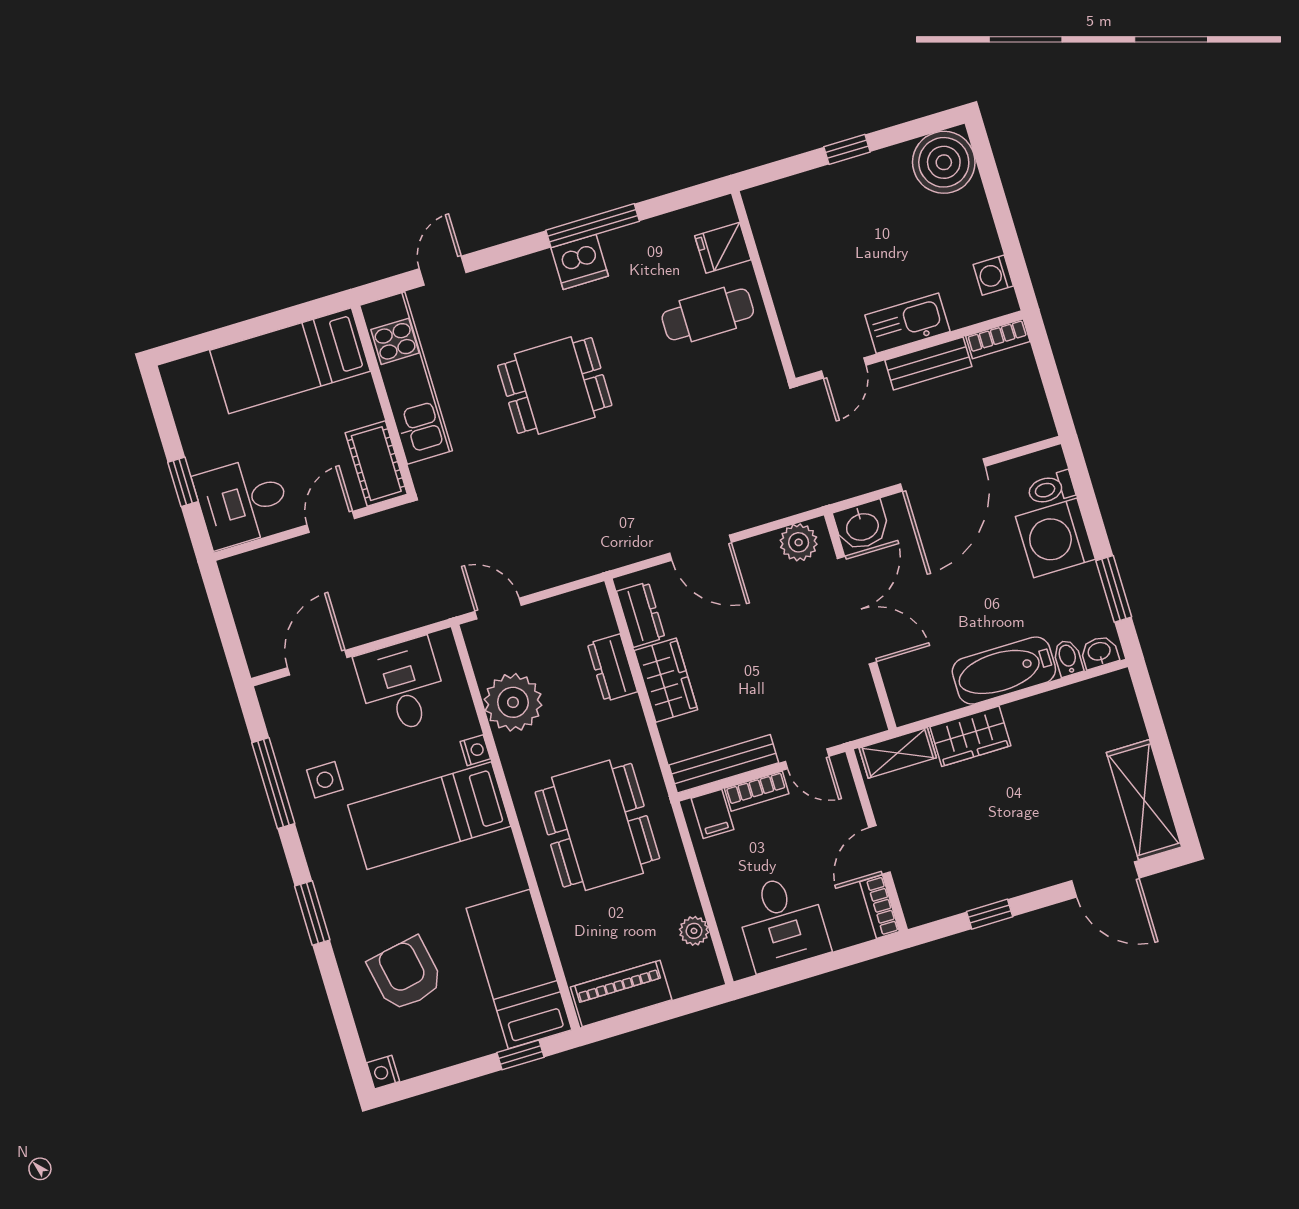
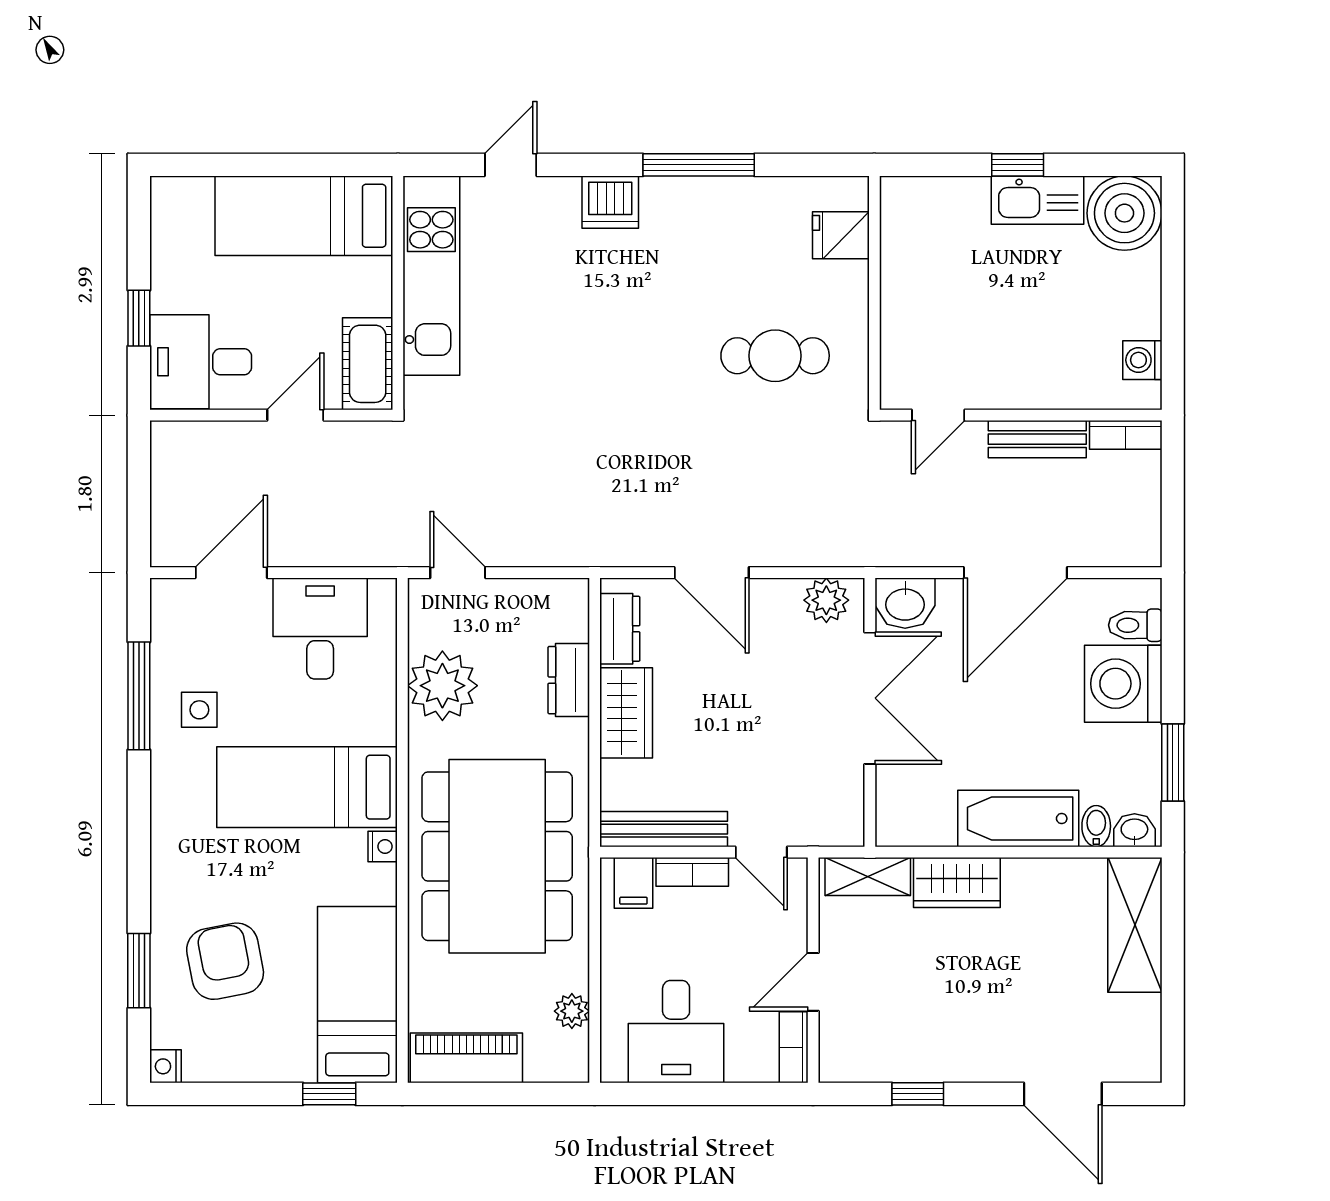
dishwasher: (580, 262) -> (610, 202), moved
cafe table: (708, 314) -> (775, 356), moved
kitchen sink: (907, 323) -> (1038, 200), moved, turned 180
dining table: (555, 385) -> (600, 336), removed
nightstand: (475, 750) -> (383, 847), moved
shelving: (1144, 800) -> (1135, 925), moved
dining table: (597, 825) -> (497, 856), width x1.36, depth x1.24
window: (312, 913) -> (139, 971), moved

